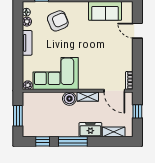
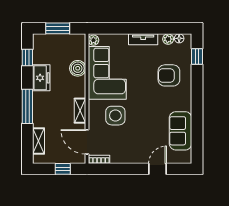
armchair: (58, 21) -> (169, 75), turned 113
side table: (92, 66) -> (115, 116), added
door: (114, 91) -> (87, 142), hinge flipped
boiler: (69, 99) -> (78, 68), moved
freezer: (90, 130) -> (41, 78), moved
window: (73, 141) -> (27, 106), moved

